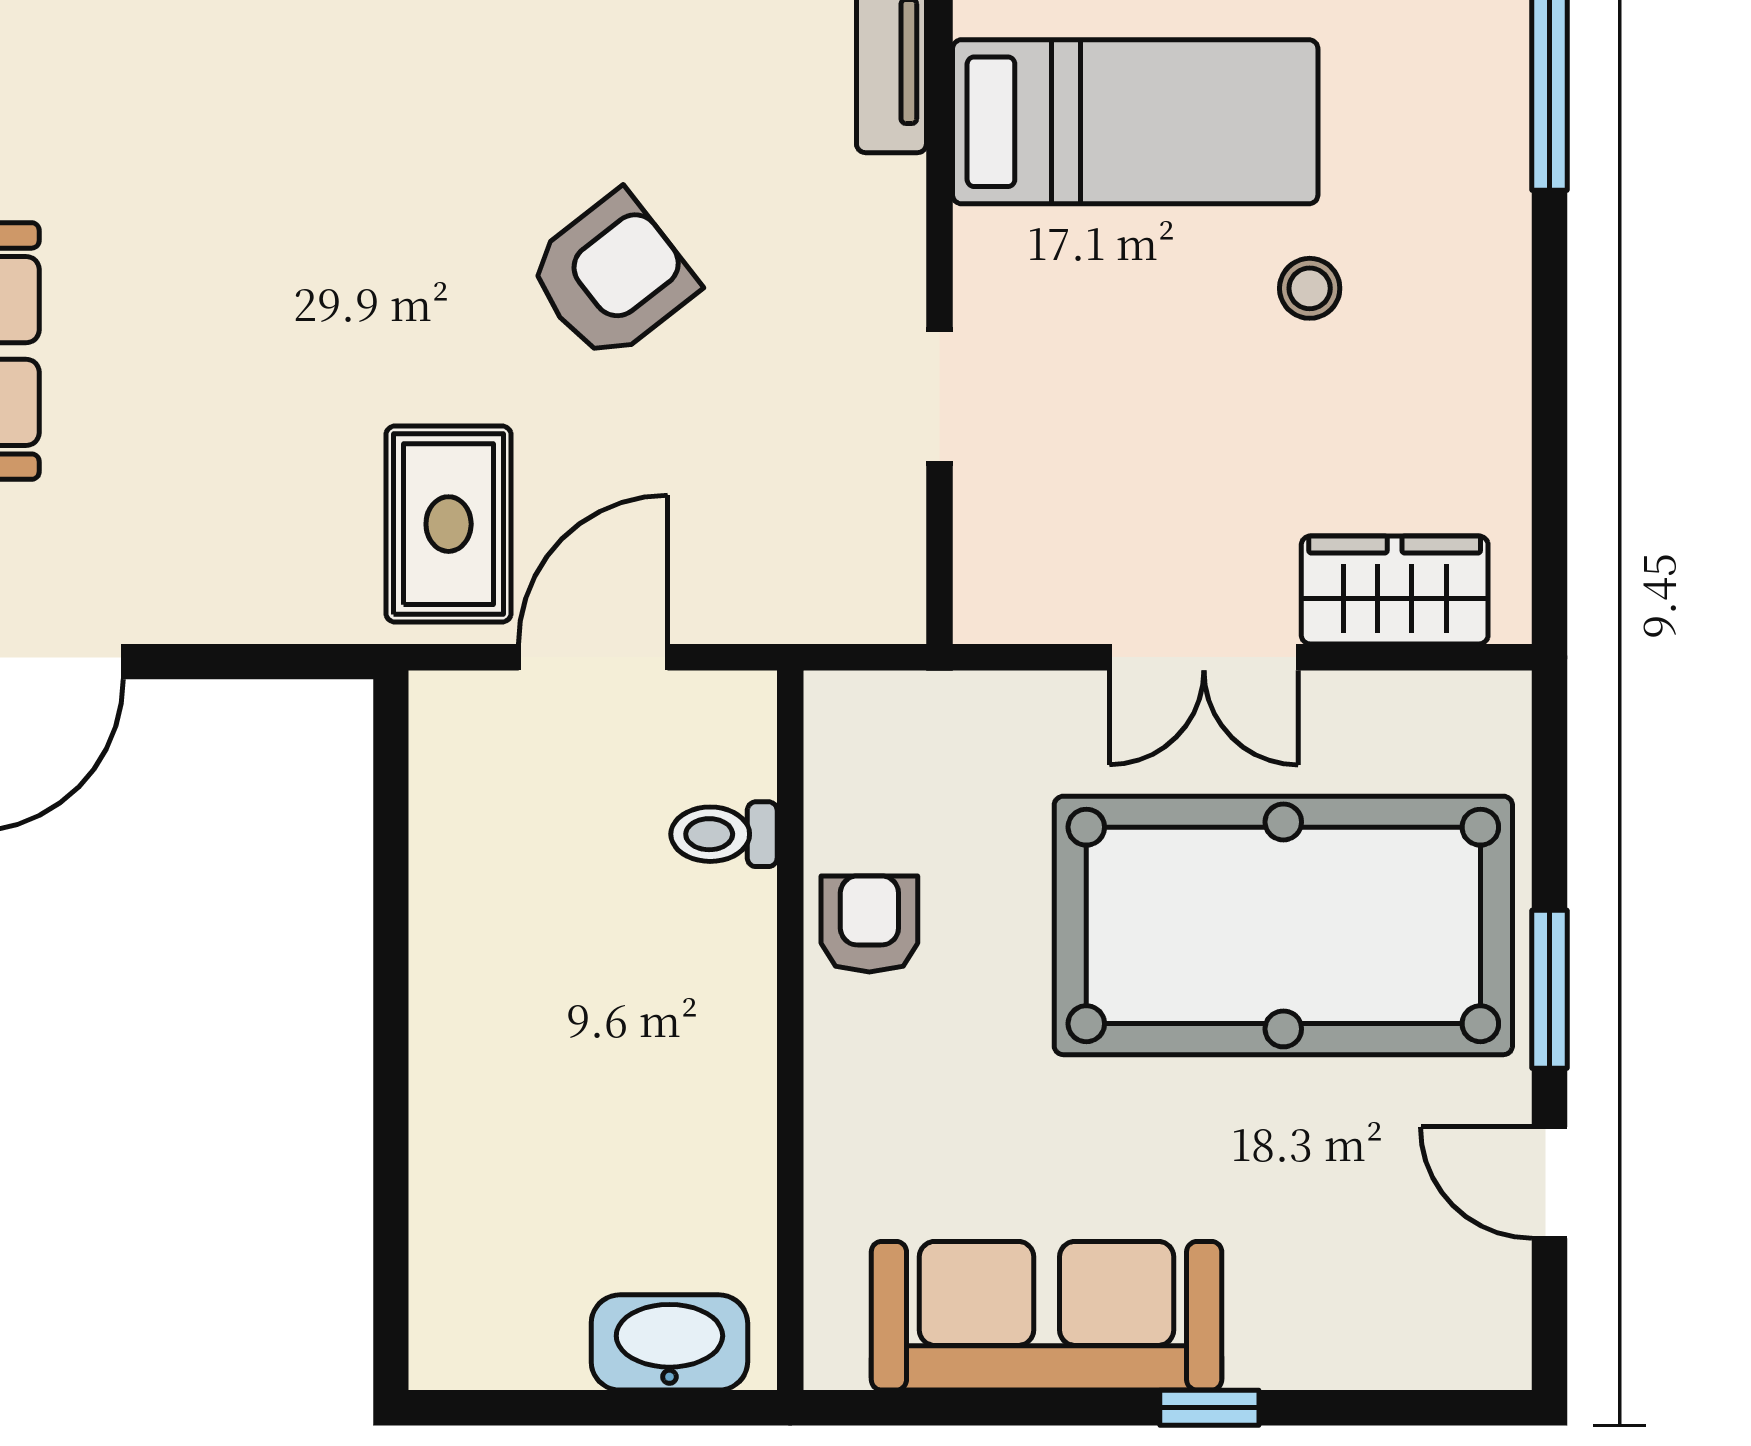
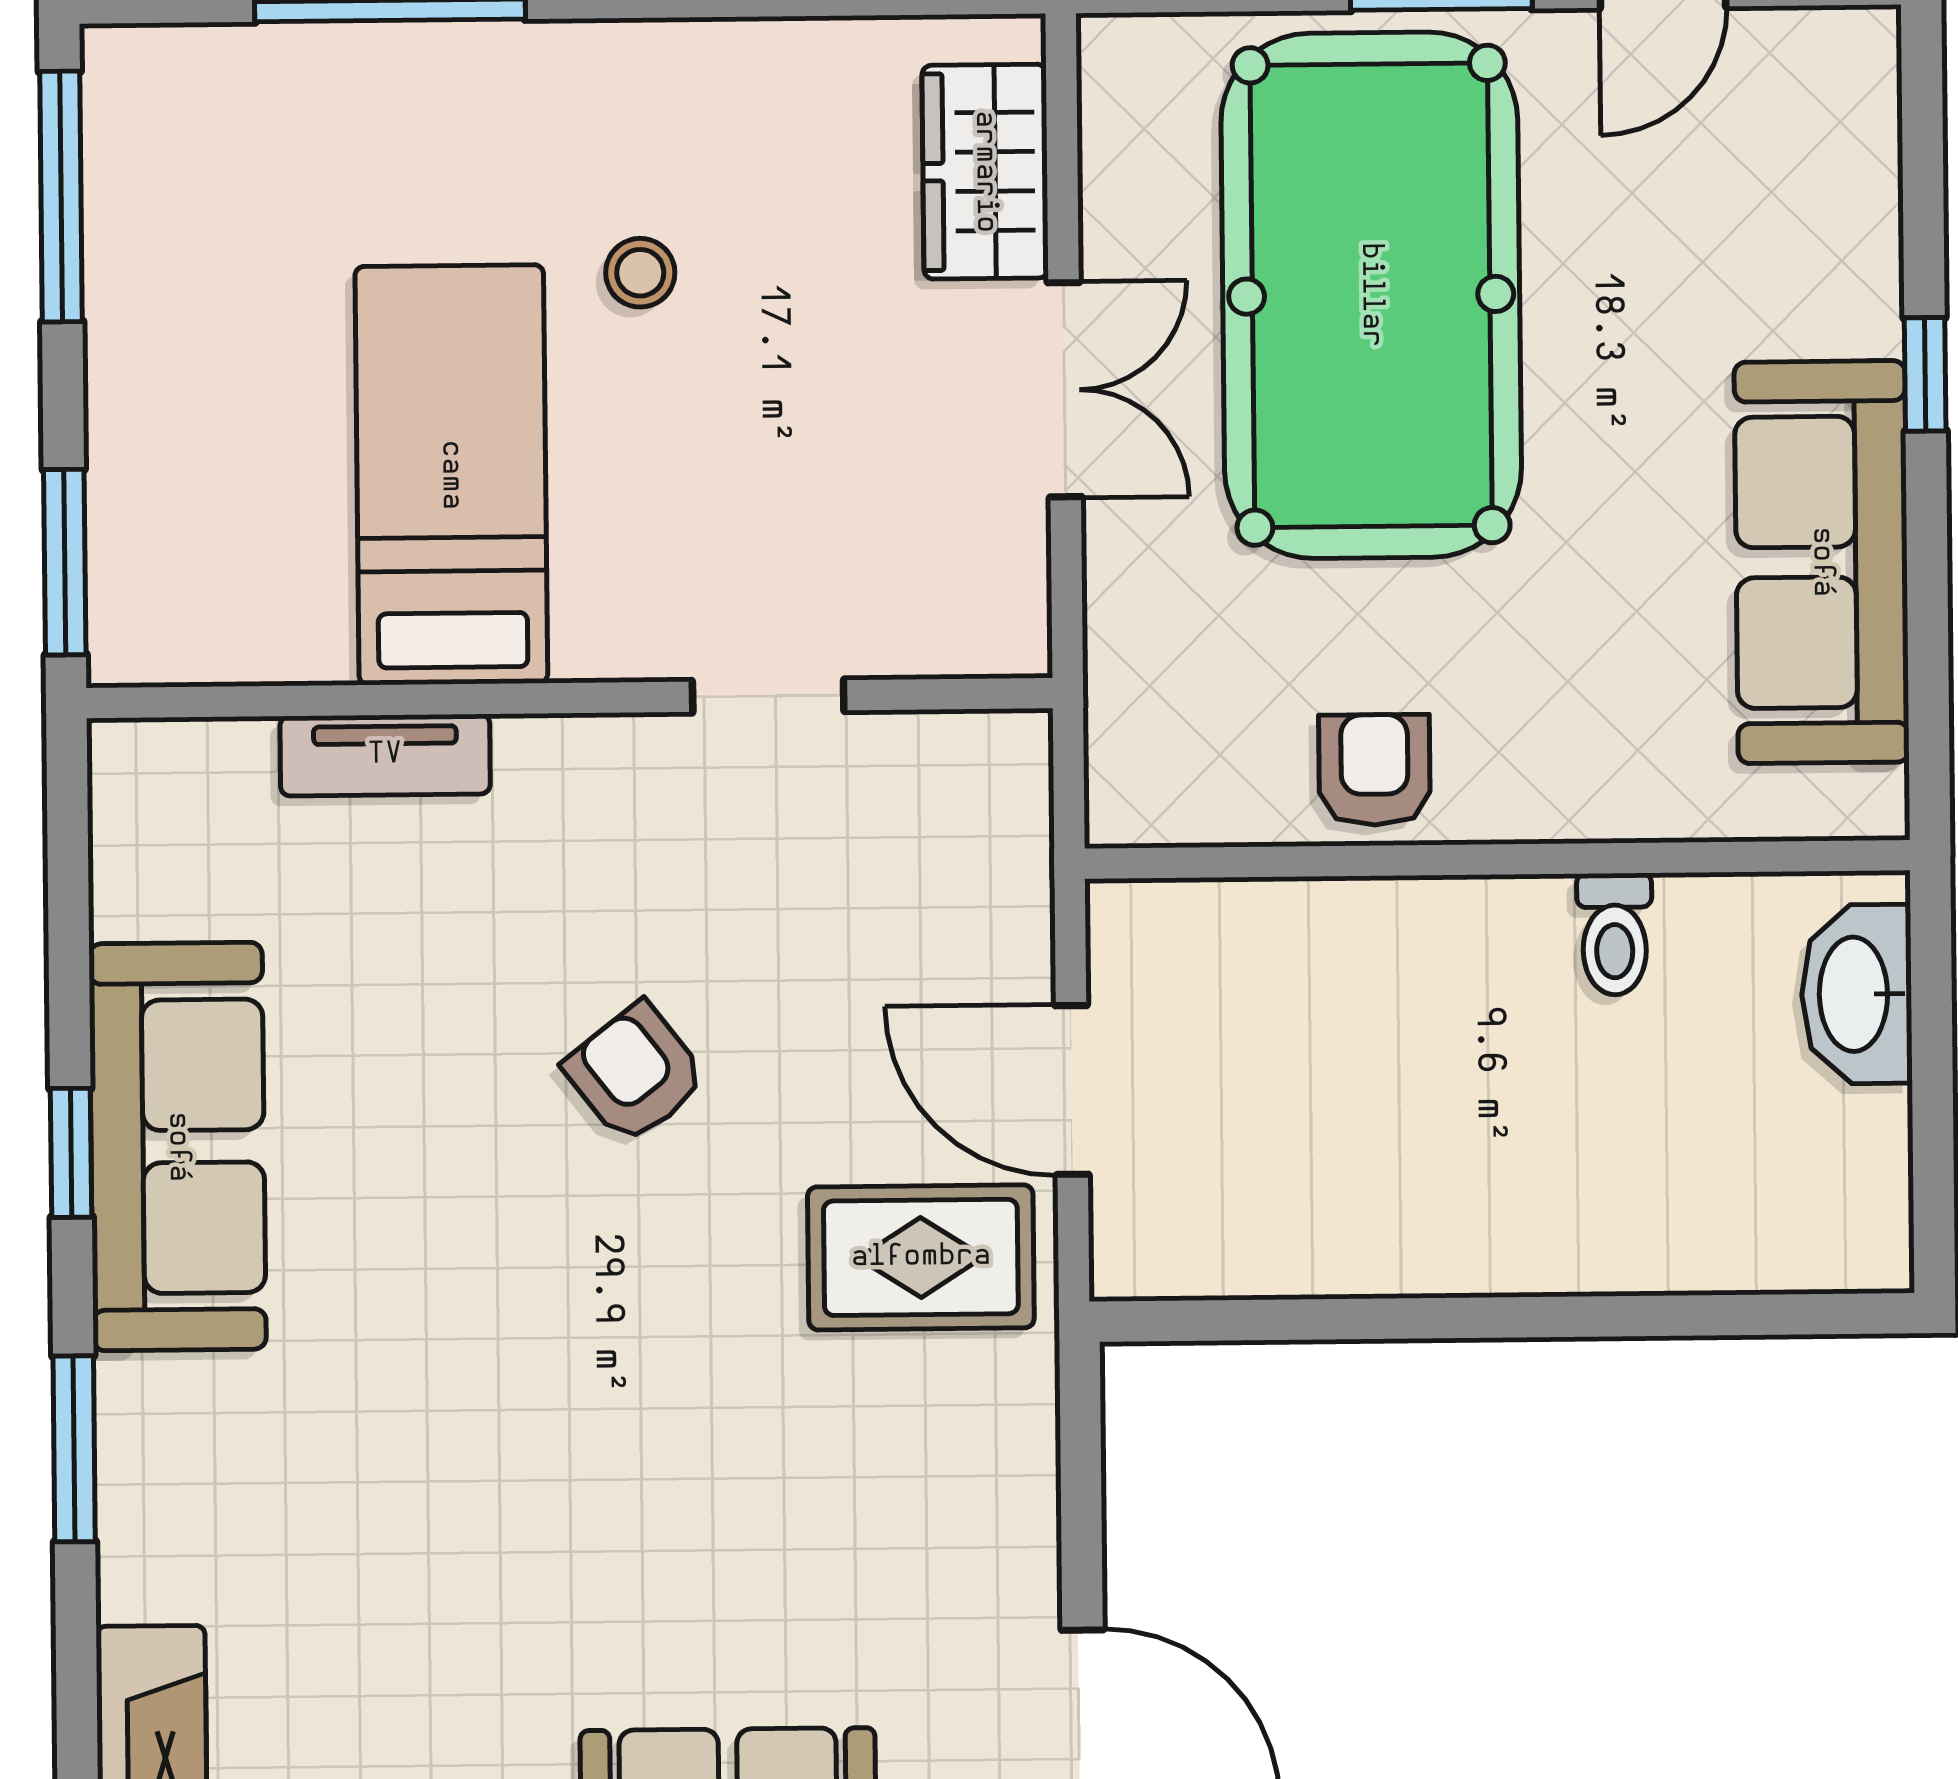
armchair: (612, 277) -> (635, 1073), width x0.72, depth x0.72
toilet: (724, 834) -> (1615, 934), moved
armchair: (869, 924) -> (1374, 770), turned 90

